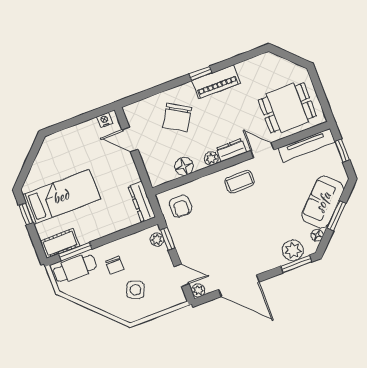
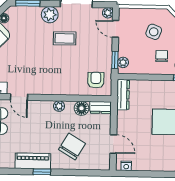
dresser: (231, 150) -> (101, 107), moved
coffee table: (240, 182) -> (65, 38), moved
plant: (293, 250) -> (50, 15), moved

